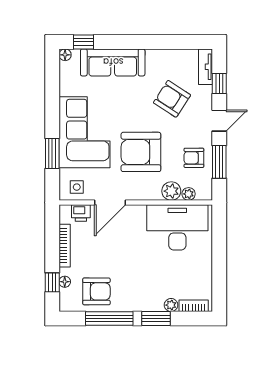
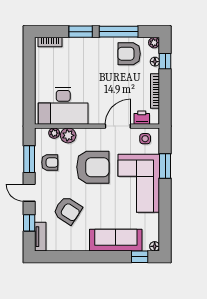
door: (219, 121) -> (29, 193), hinge flipped
plant: (171, 305) -> (154, 43), moved

